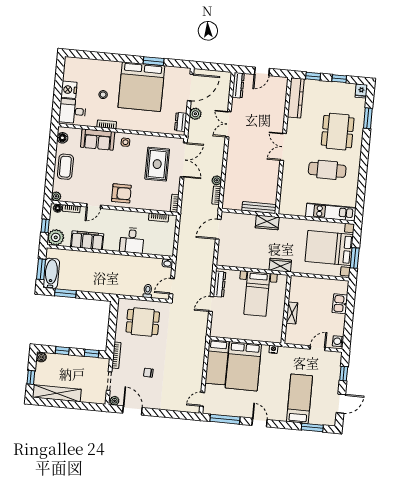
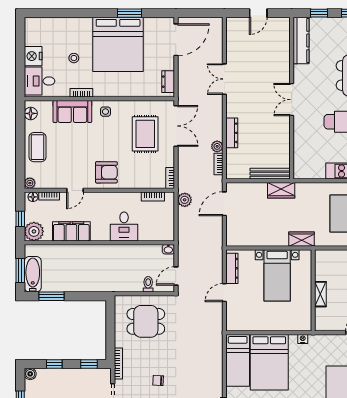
dresser: (238, 85) -> (232, 133), moved
plant: (195, 114) -> (185, 200), moved

